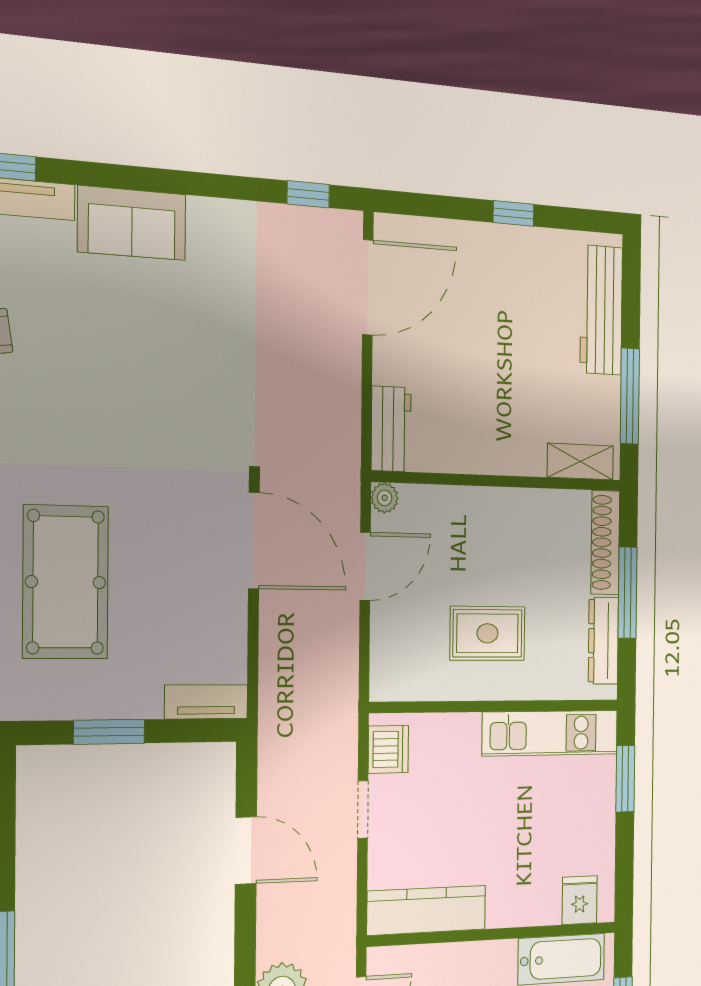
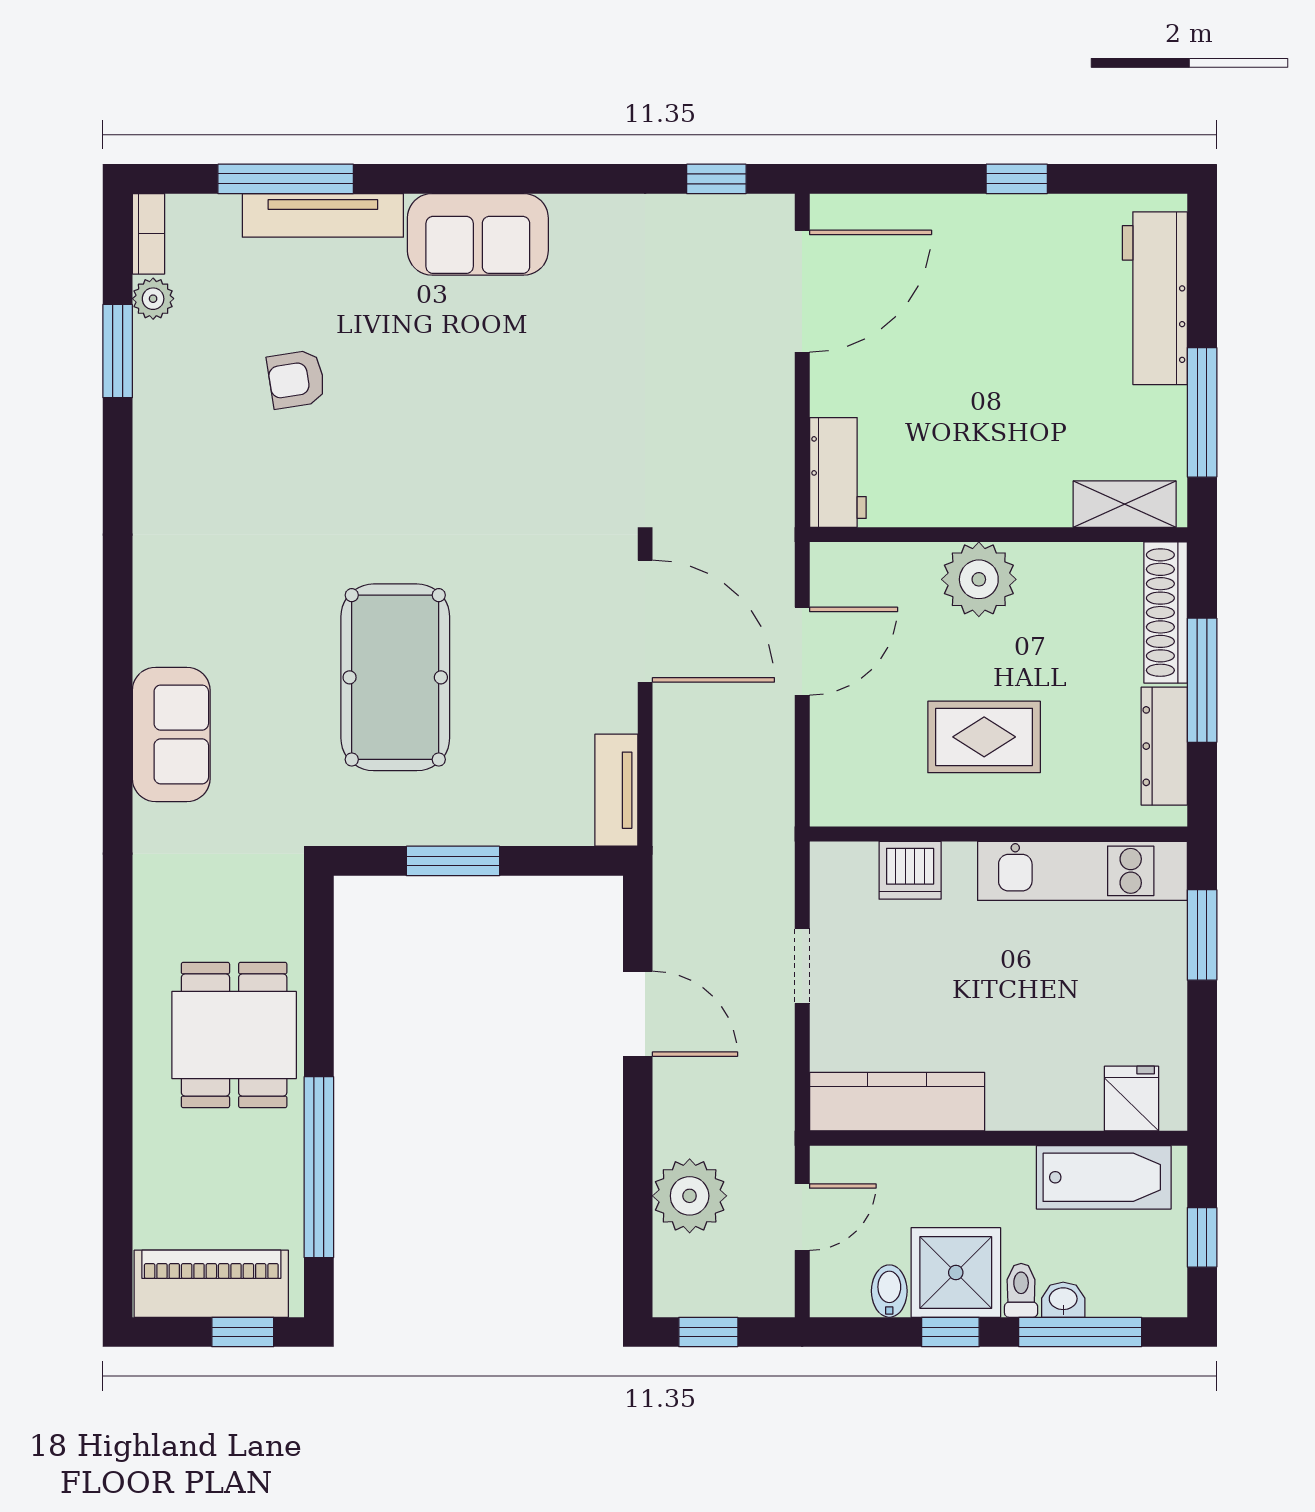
plant: (385, 498) -> (979, 579), moved, width x1.87, depth x1.87
tv unit: (206, 702) -> (616, 790), moved, turned -90
dishwasher: (388, 749) -> (910, 870), moved, turned 90

